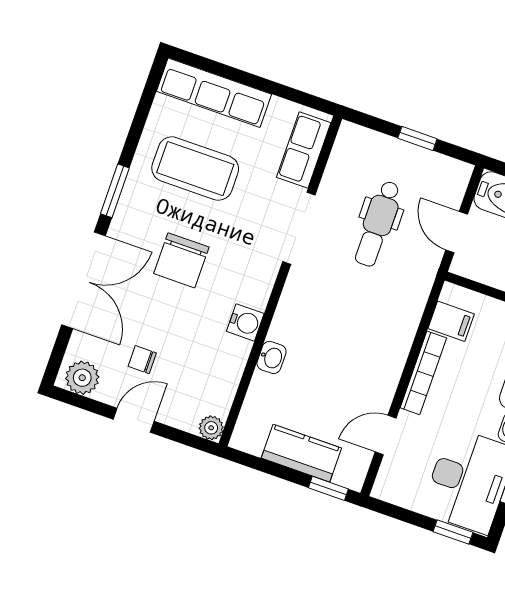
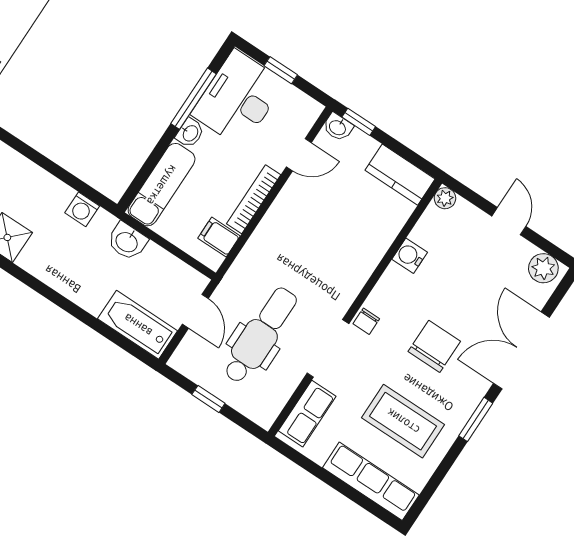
dental chair: (378, 224) -> (260, 335), width x1.36, depth x1.38
water cooler: (245, 322) -> (410, 256), moved
washbasin: (272, 357) -> (338, 127), moved, turned -90
chair: (142, 360) -> (366, 321), moved, turned 90
door: (134, 420) -> (509, 221), swing flipped
kitchen counter: (301, 453) -> (400, 175), moved
window: (453, 532) -> (281, 70), moved

